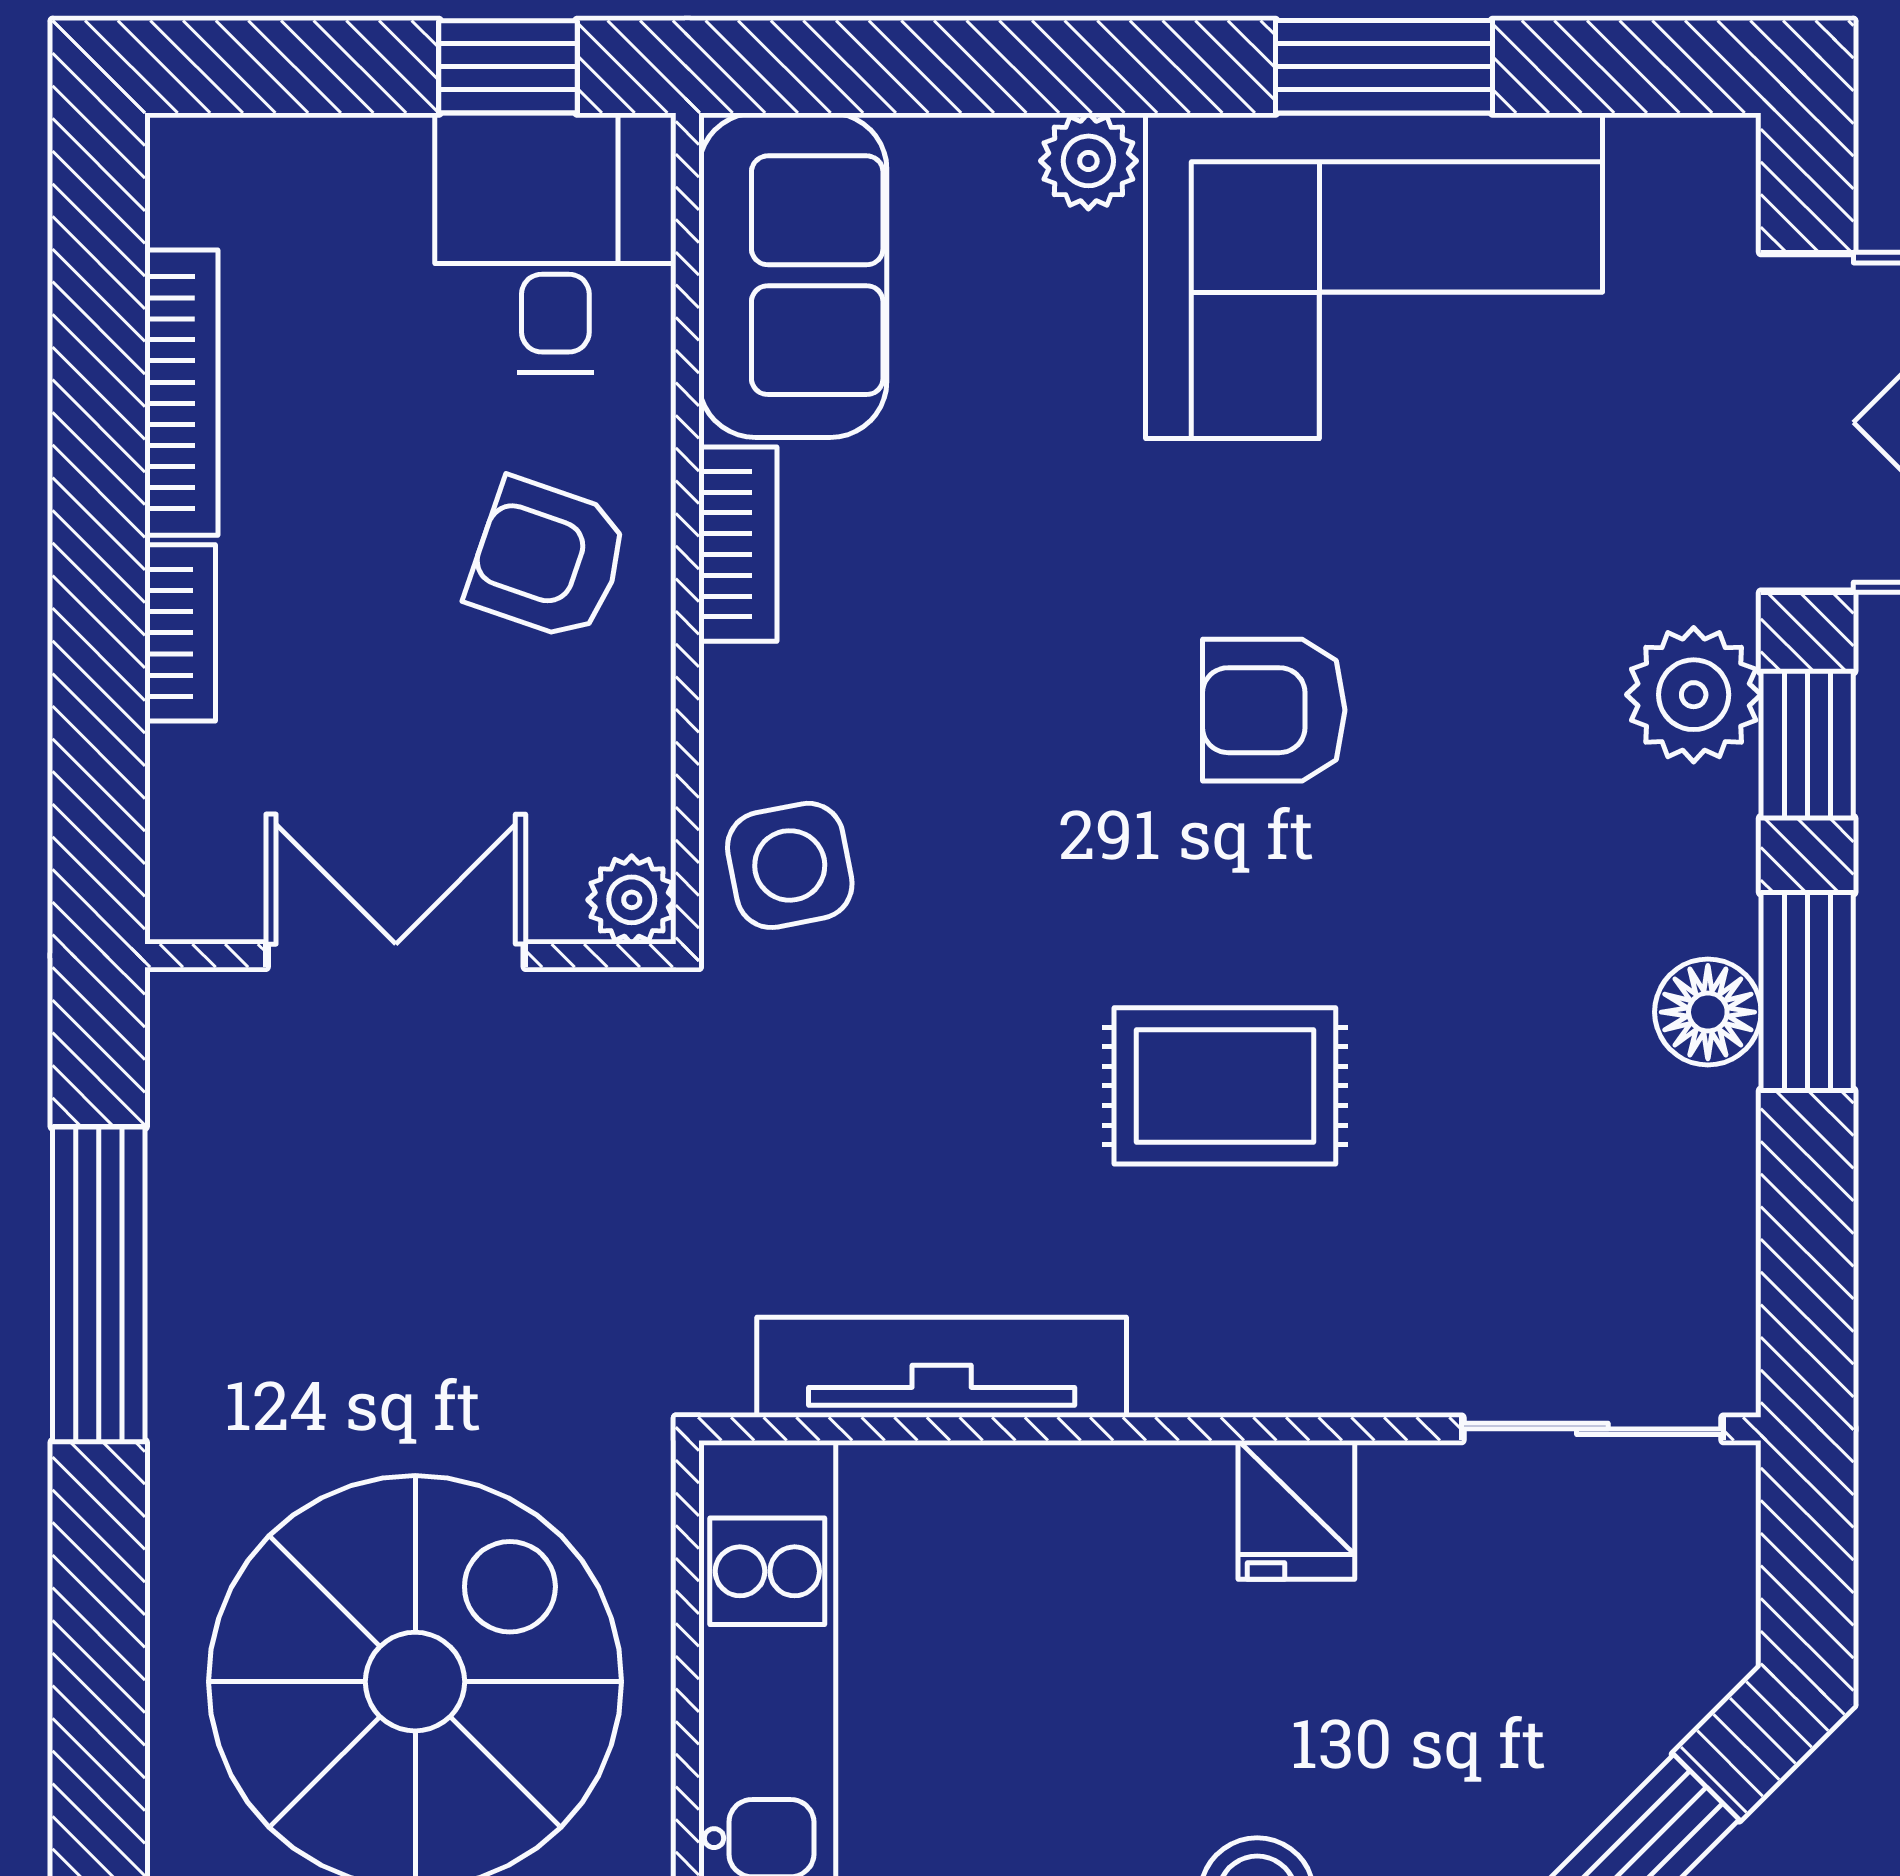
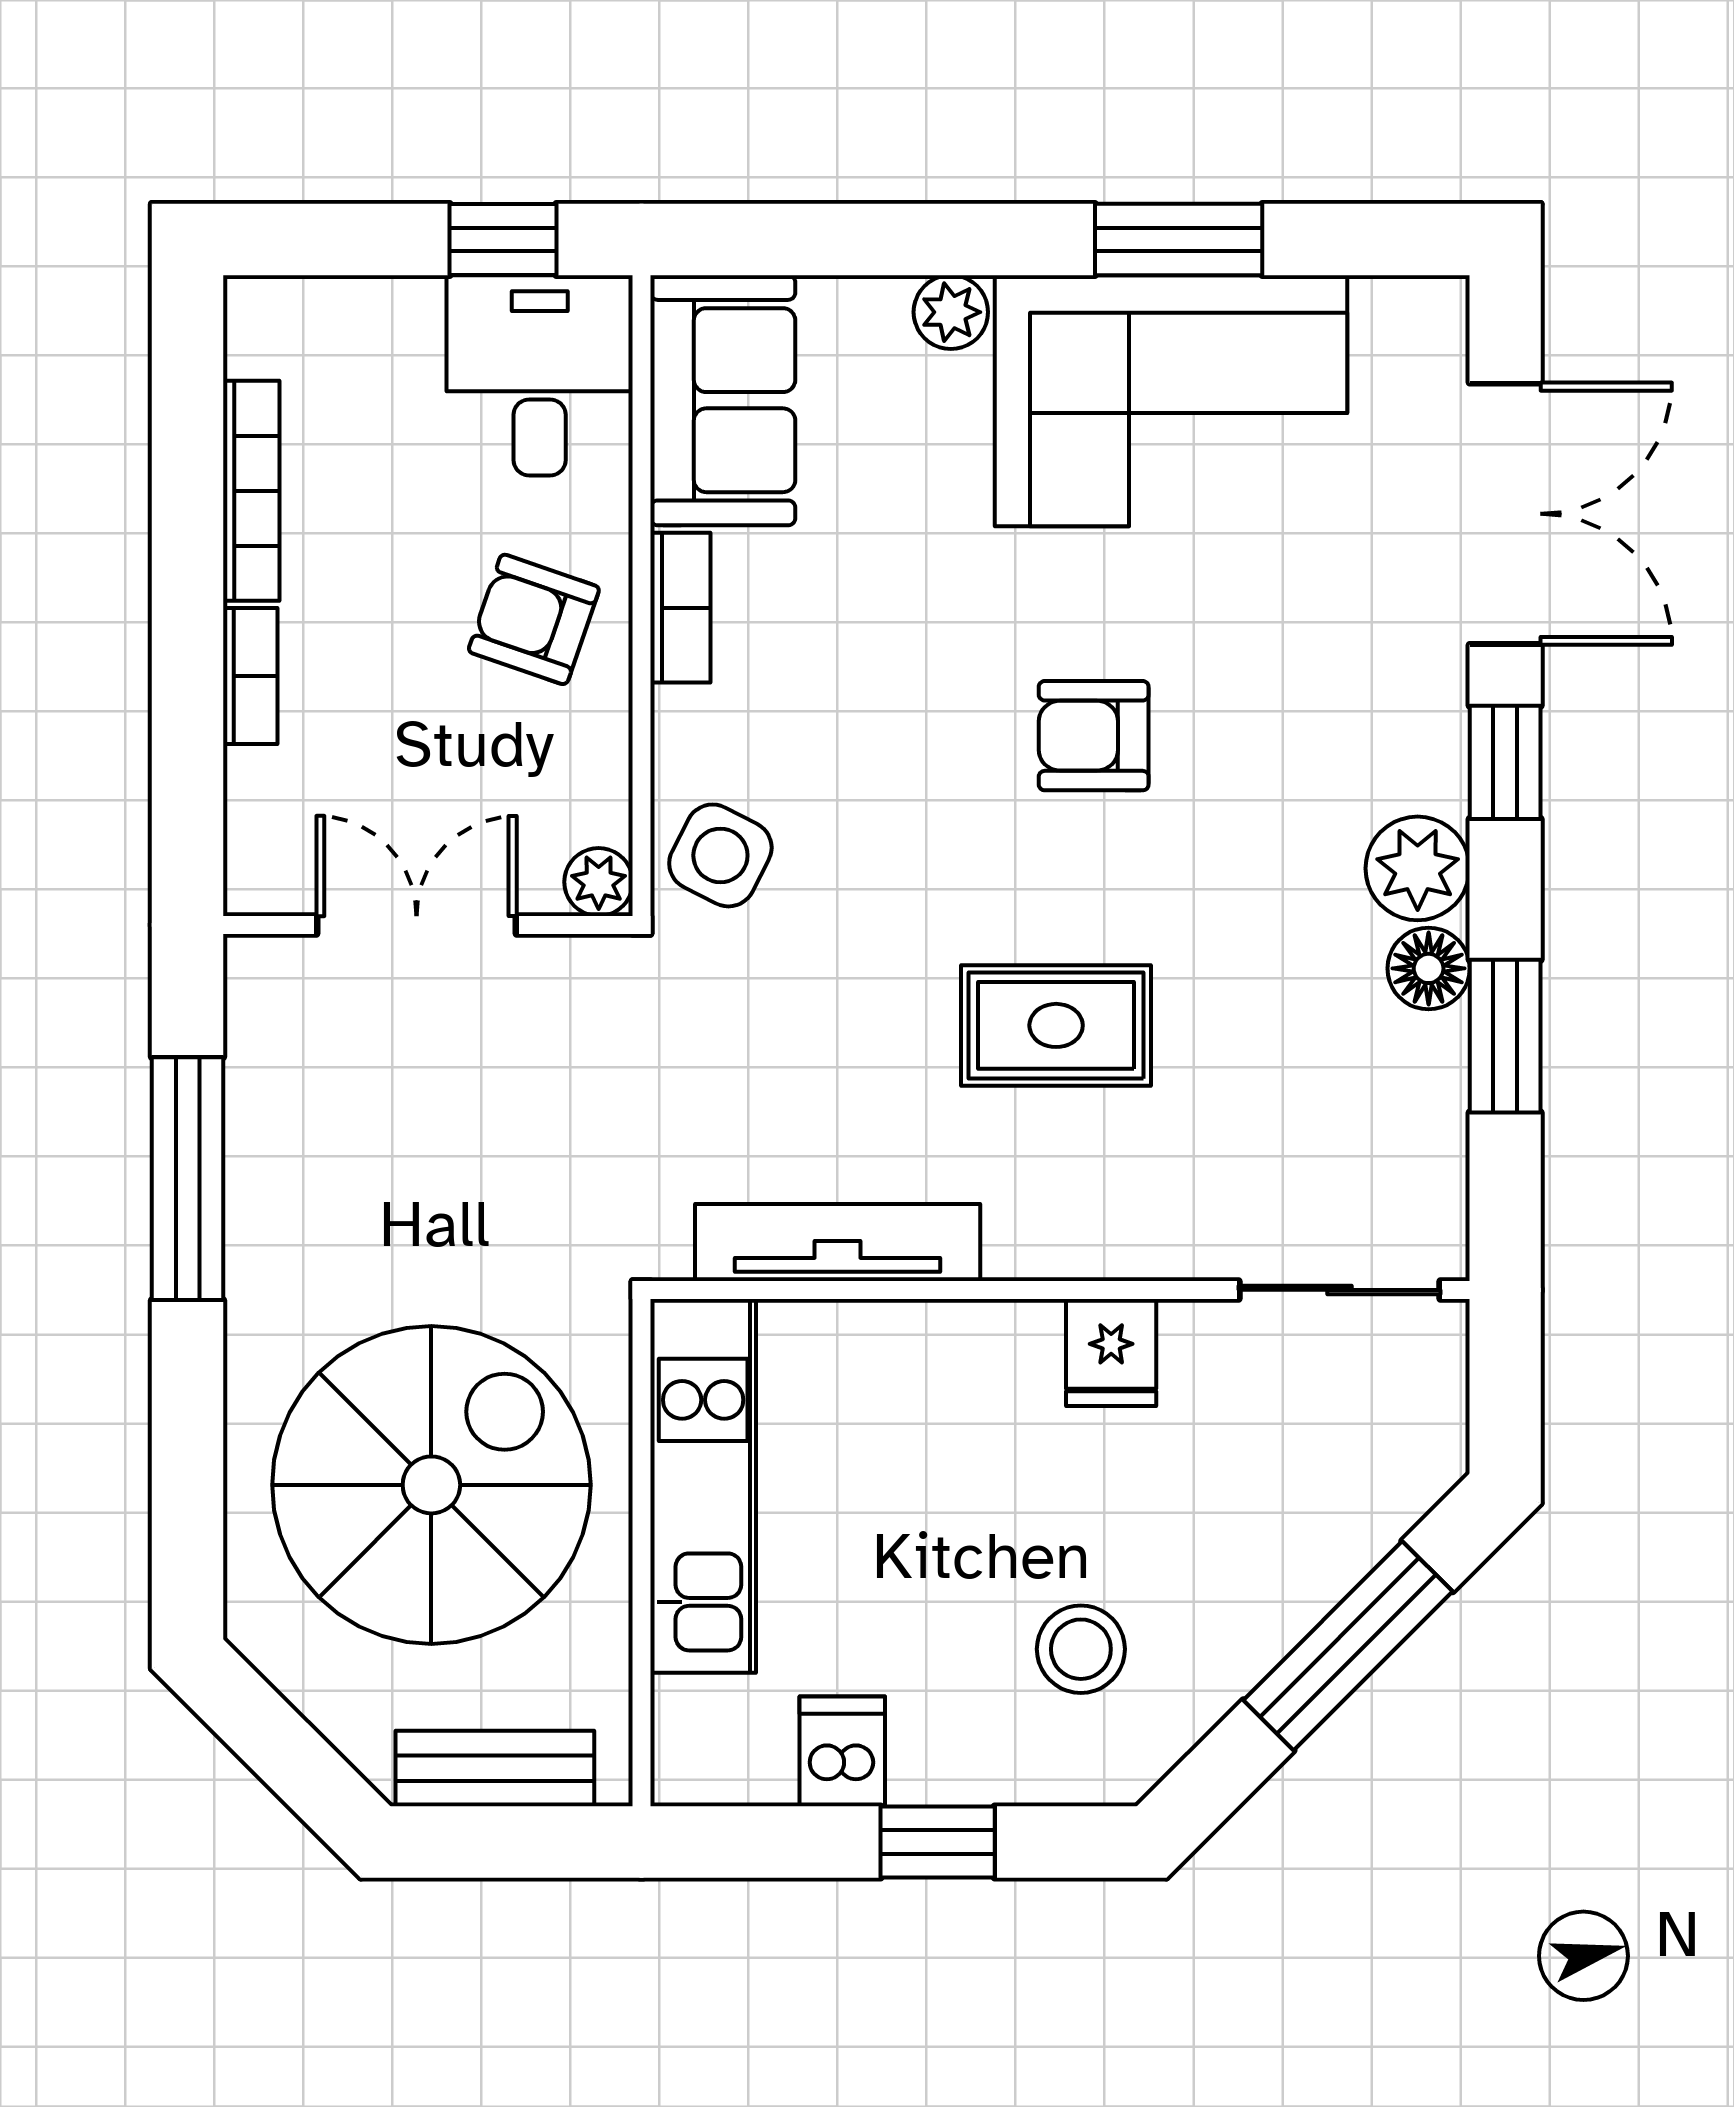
plant: (1694, 695) -> (1418, 868), moved
side table: (790, 865) -> (720, 855), turned 38
window: (1807, 991) -> (1505, 1036), moved

